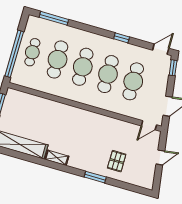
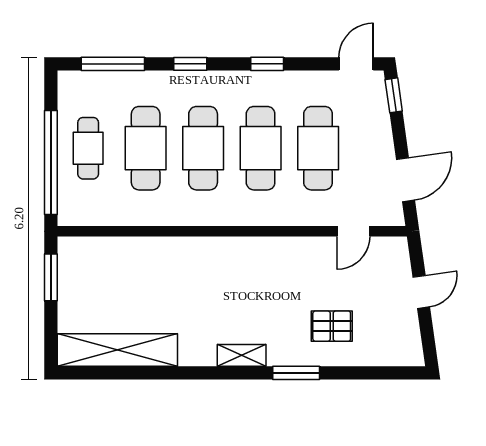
window: (88, 28) -> (190, 64), added
door: (149, 125) -> (353, 231), moved
shelving: (57, 158) -> (242, 355), moved
pallet: (117, 161) -> (332, 326), turned 90

